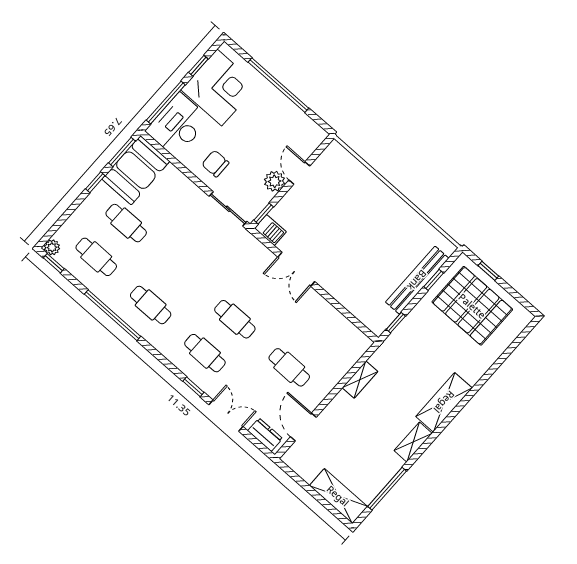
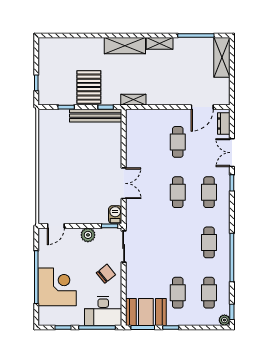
corner desk: (219, 88) -> (57, 287), moved, turned 90
chair: (215, 164) -> (106, 274), turned -129
door: (299, 173) -> (56, 226), moved
bench: (417, 280) -> (96, 116), moved
pallet: (472, 306) -> (89, 87), moved, width x0.73, depth x0.71
shelving: (360, 380) -> (133, 100), moved

